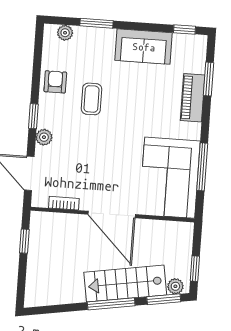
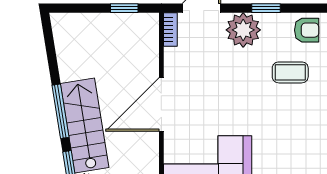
plant: (44, 137) -> (243, 30), width x1.87, depth x1.87
bookcase: (64, 203) -> (170, 29), moved

